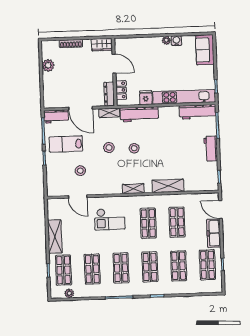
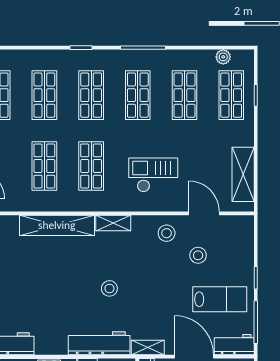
stool: (109, 148) -> (167, 233), moved
shelving: (168, 186) -> (57, 225), width x1.47
shelving: (55, 237) -> (243, 174), moved

